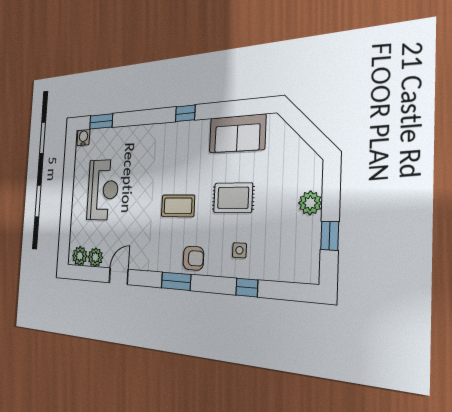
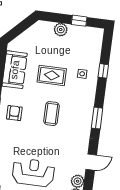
rug: (233, 198) -> (52, 75), turned 90
armchair: (193, 258) -> (14, 113), moved
door: (119, 276) -> (91, 162), swing flipped

